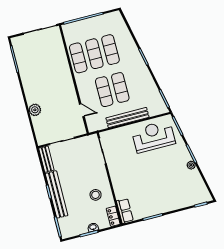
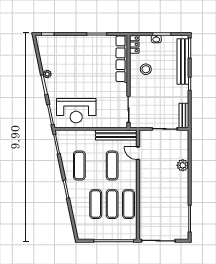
exercise mat: (120, 87) -> (79, 166), moved
bench: (127, 118) -> (116, 135), moved
bench: (57, 194) -> (183, 61), moved
row of seats: (125, 211) -> (122, 59), width x2.02

